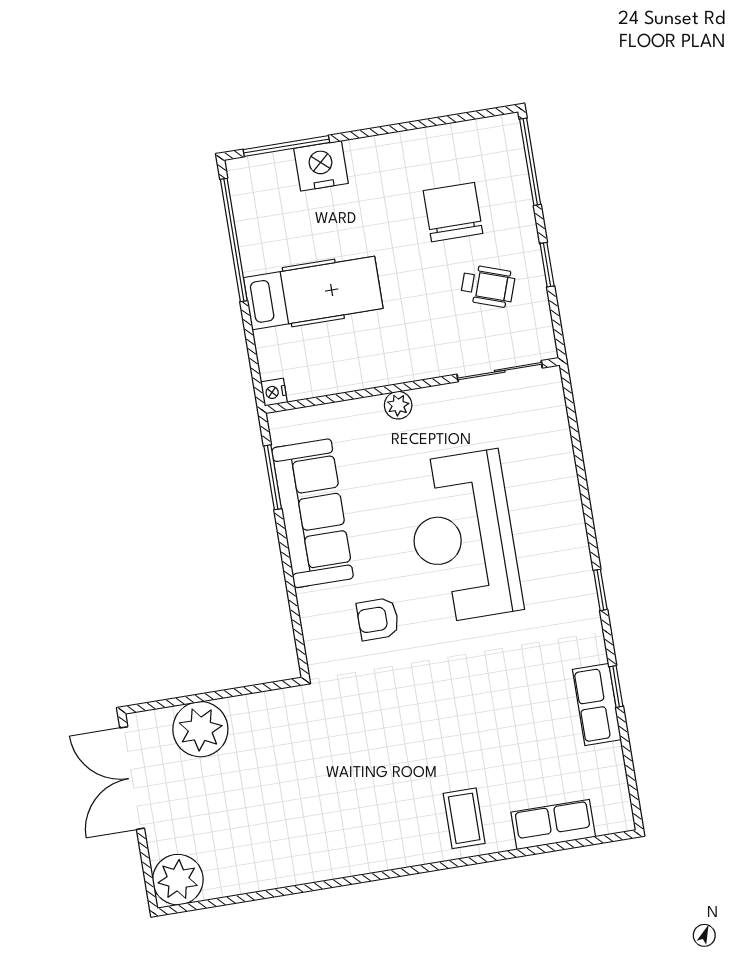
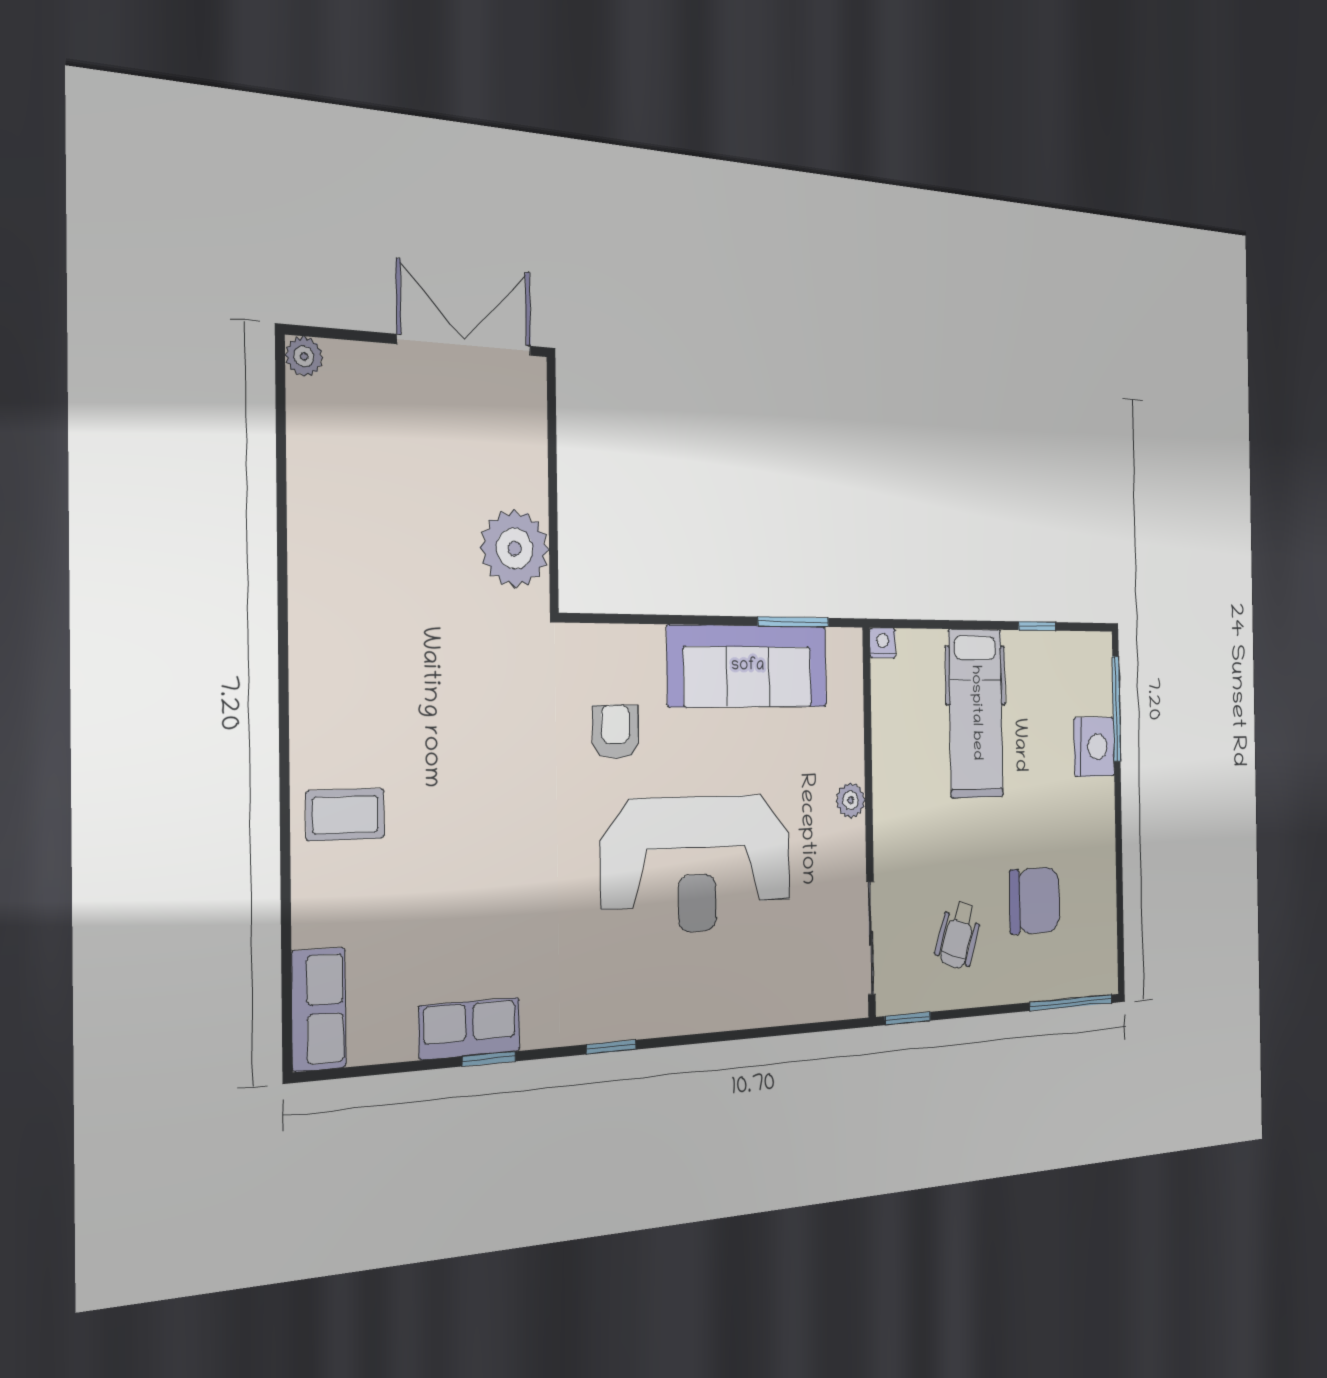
window: (234, 240) -> (1037, 626), width x0.32
window: (547, 265) -> (908, 1018), moved
reception desk: (463, 537) -> (697, 864), turned 180
plant: (200, 729) -> (515, 549), moved
row of seats: (553, 825) -> (319, 1009), moved
plant: (178, 880) -> (304, 356), width x0.53, depth x0.53

